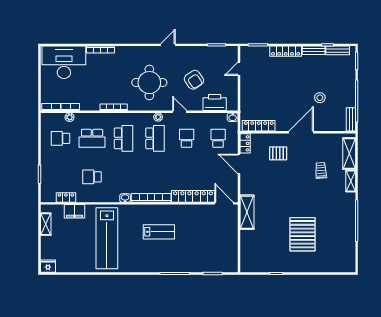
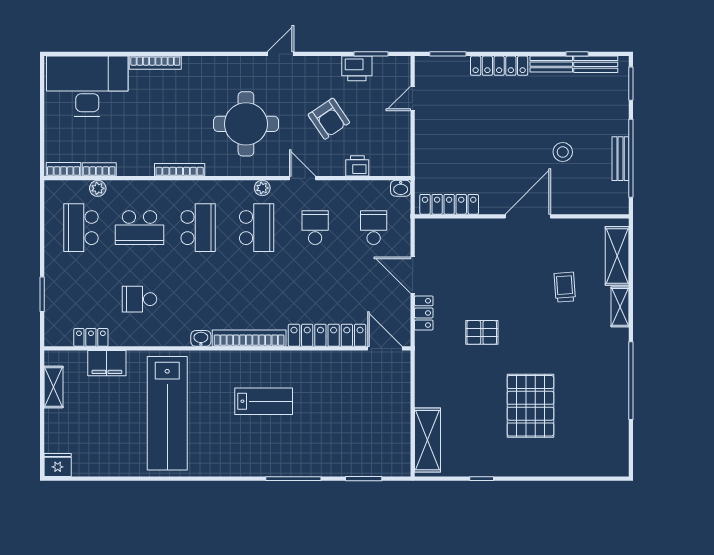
printer: (209, 53) -> (357, 68), added
printer: (215, 102) -> (357, 166), width x0.53, depth x0.68
bench: (351, 119) -> (621, 159), moved
school desk: (61, 138) -> (81, 228), width x1.85
locker: (245, 143) -> (424, 313), moved
pallet: (278, 153) -> (482, 332), moved
shelving: (247, 212) -> (427, 440), moved

